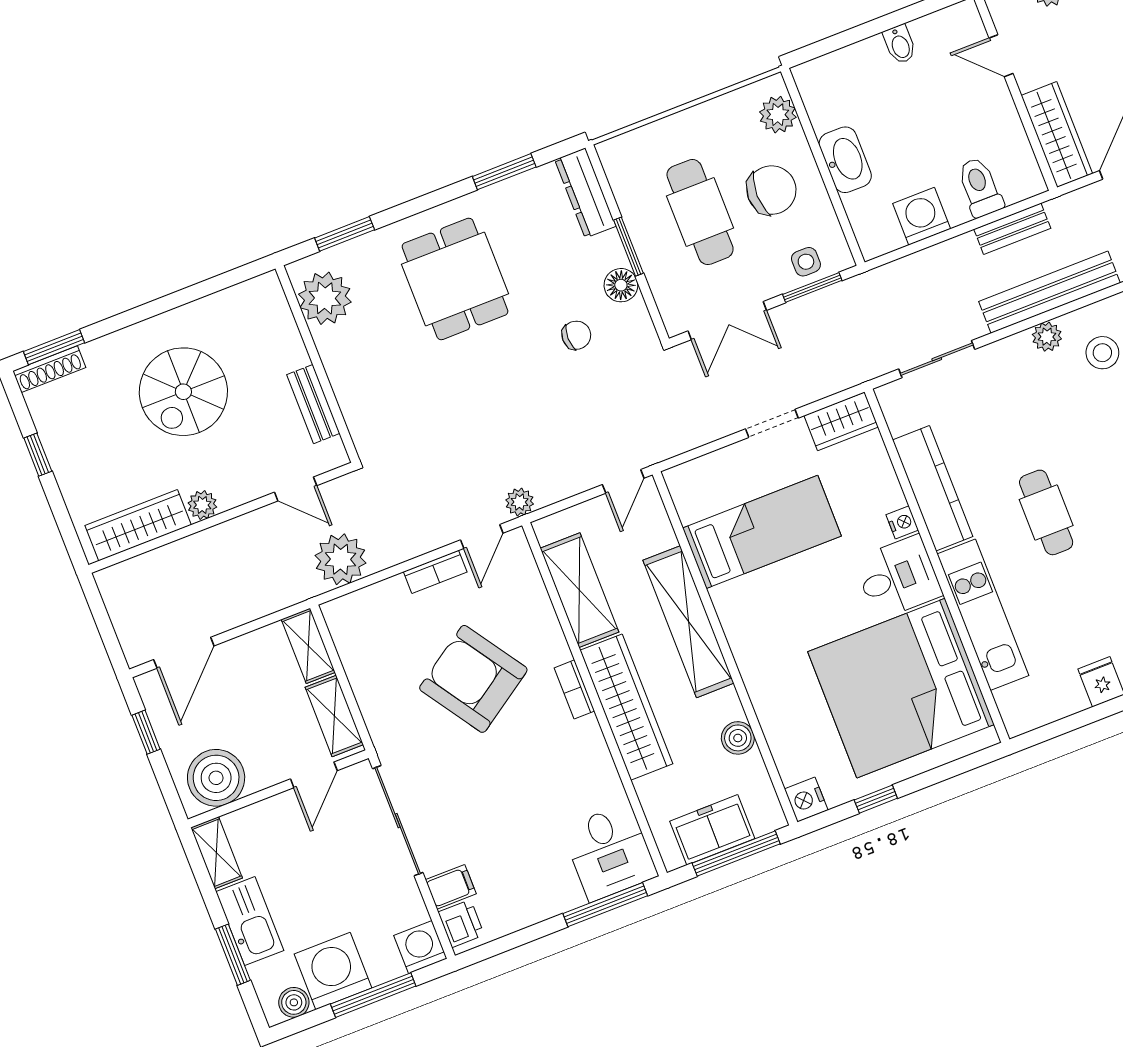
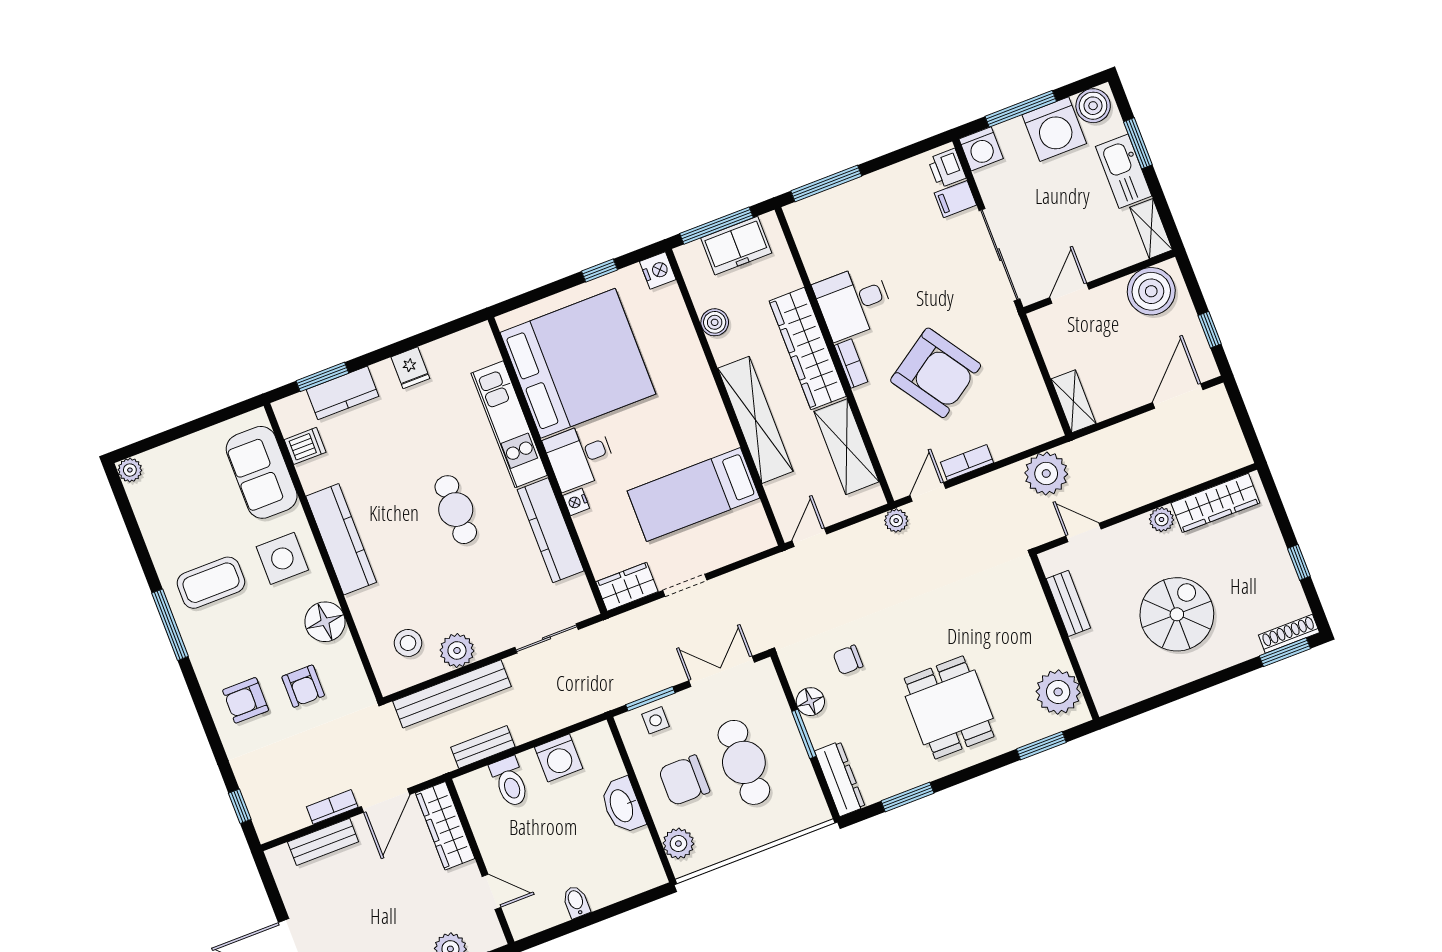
plant: (1047, 337) -> (457, 650), width x1.38, depth x1.38
shelving: (334, 716) -> (1052, 343), removed
desk: (610, 852) -> (854, 302), moved, turned -90
boiler: (294, 1002) -> (1093, 106), width x1.36, depth x1.36

